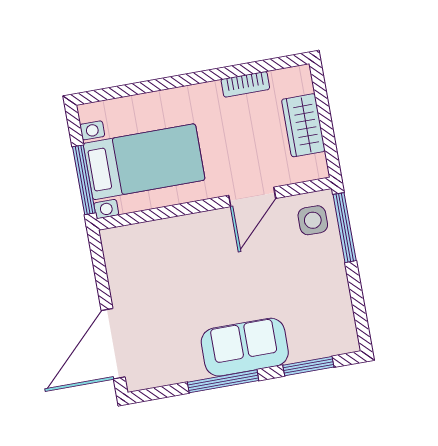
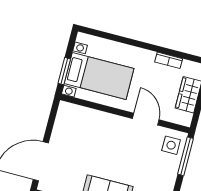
window: (84, 180) -> (64, 71), width x0.69
door: (252, 197) -> (146, 119), swing flipped

